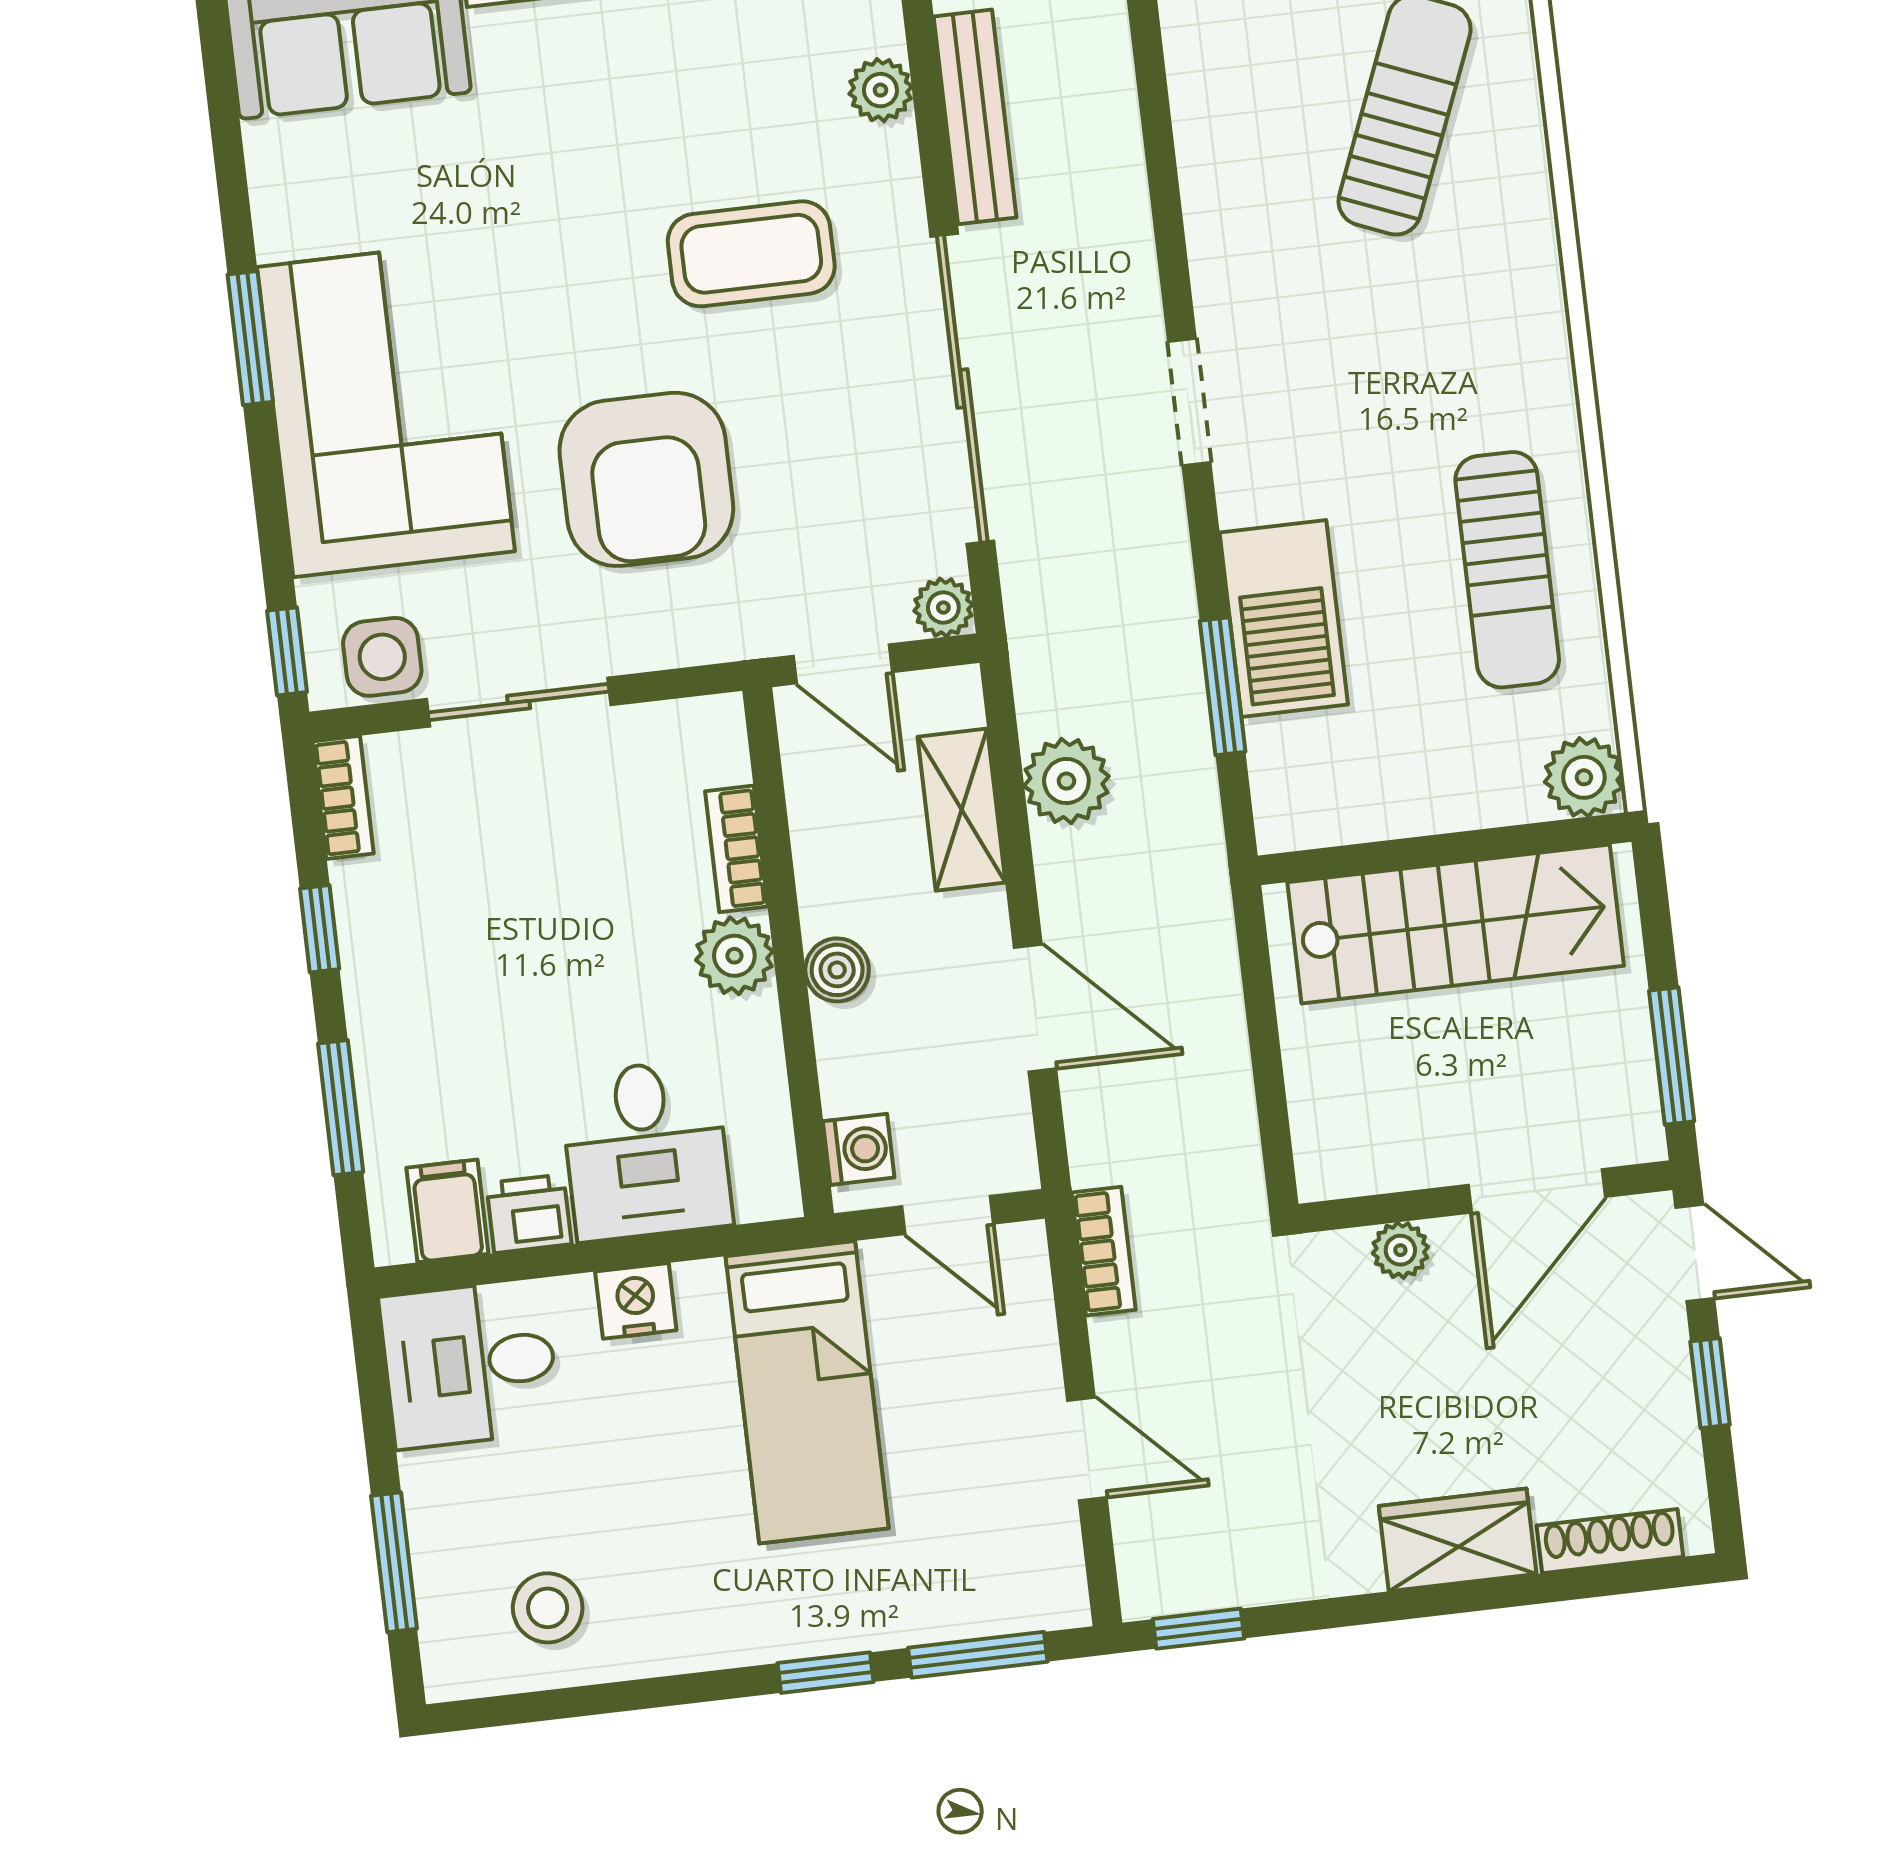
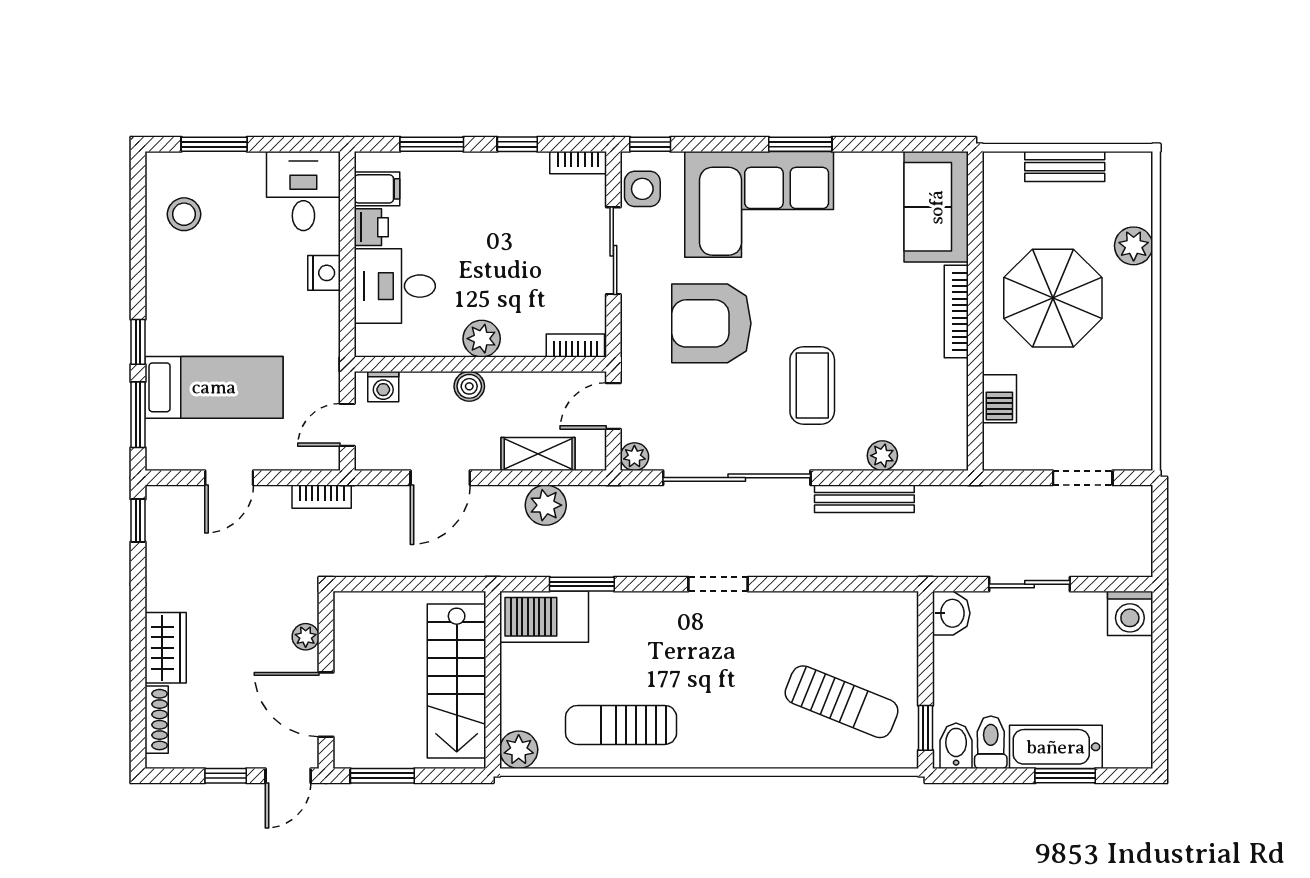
barbecue: (1284, 619) -> (544, 617), moved
bookcase: (736, 849) -> (575, 345), moved
bed: (807, 1392) -> (214, 387), moved, turned 180

